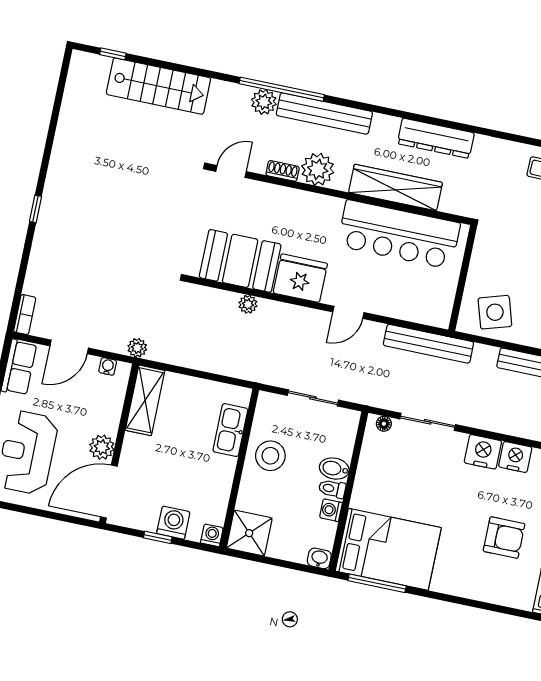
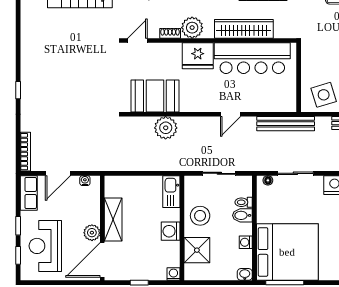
fridge: (300, 278) -> (198, 56), moved, turned 180
plant: (248, 304) -> (166, 128), width x1.87, depth x1.87
bookcase: (25, 315) -> (25, 152), width x1.56
plant: (137, 348) -> (101, 165), removed
shelving: (145, 400) -> (113, 220), moved
kitchen sink: (230, 430) -> (171, 192), moved
toilet: (332, 489) -> (244, 202), moved
washing machine: (173, 523) -> (171, 231), moved, turned -90
shower: (249, 533) -> (197, 250), moved
bed: (388, 549) -> (287, 252), width x1.36

